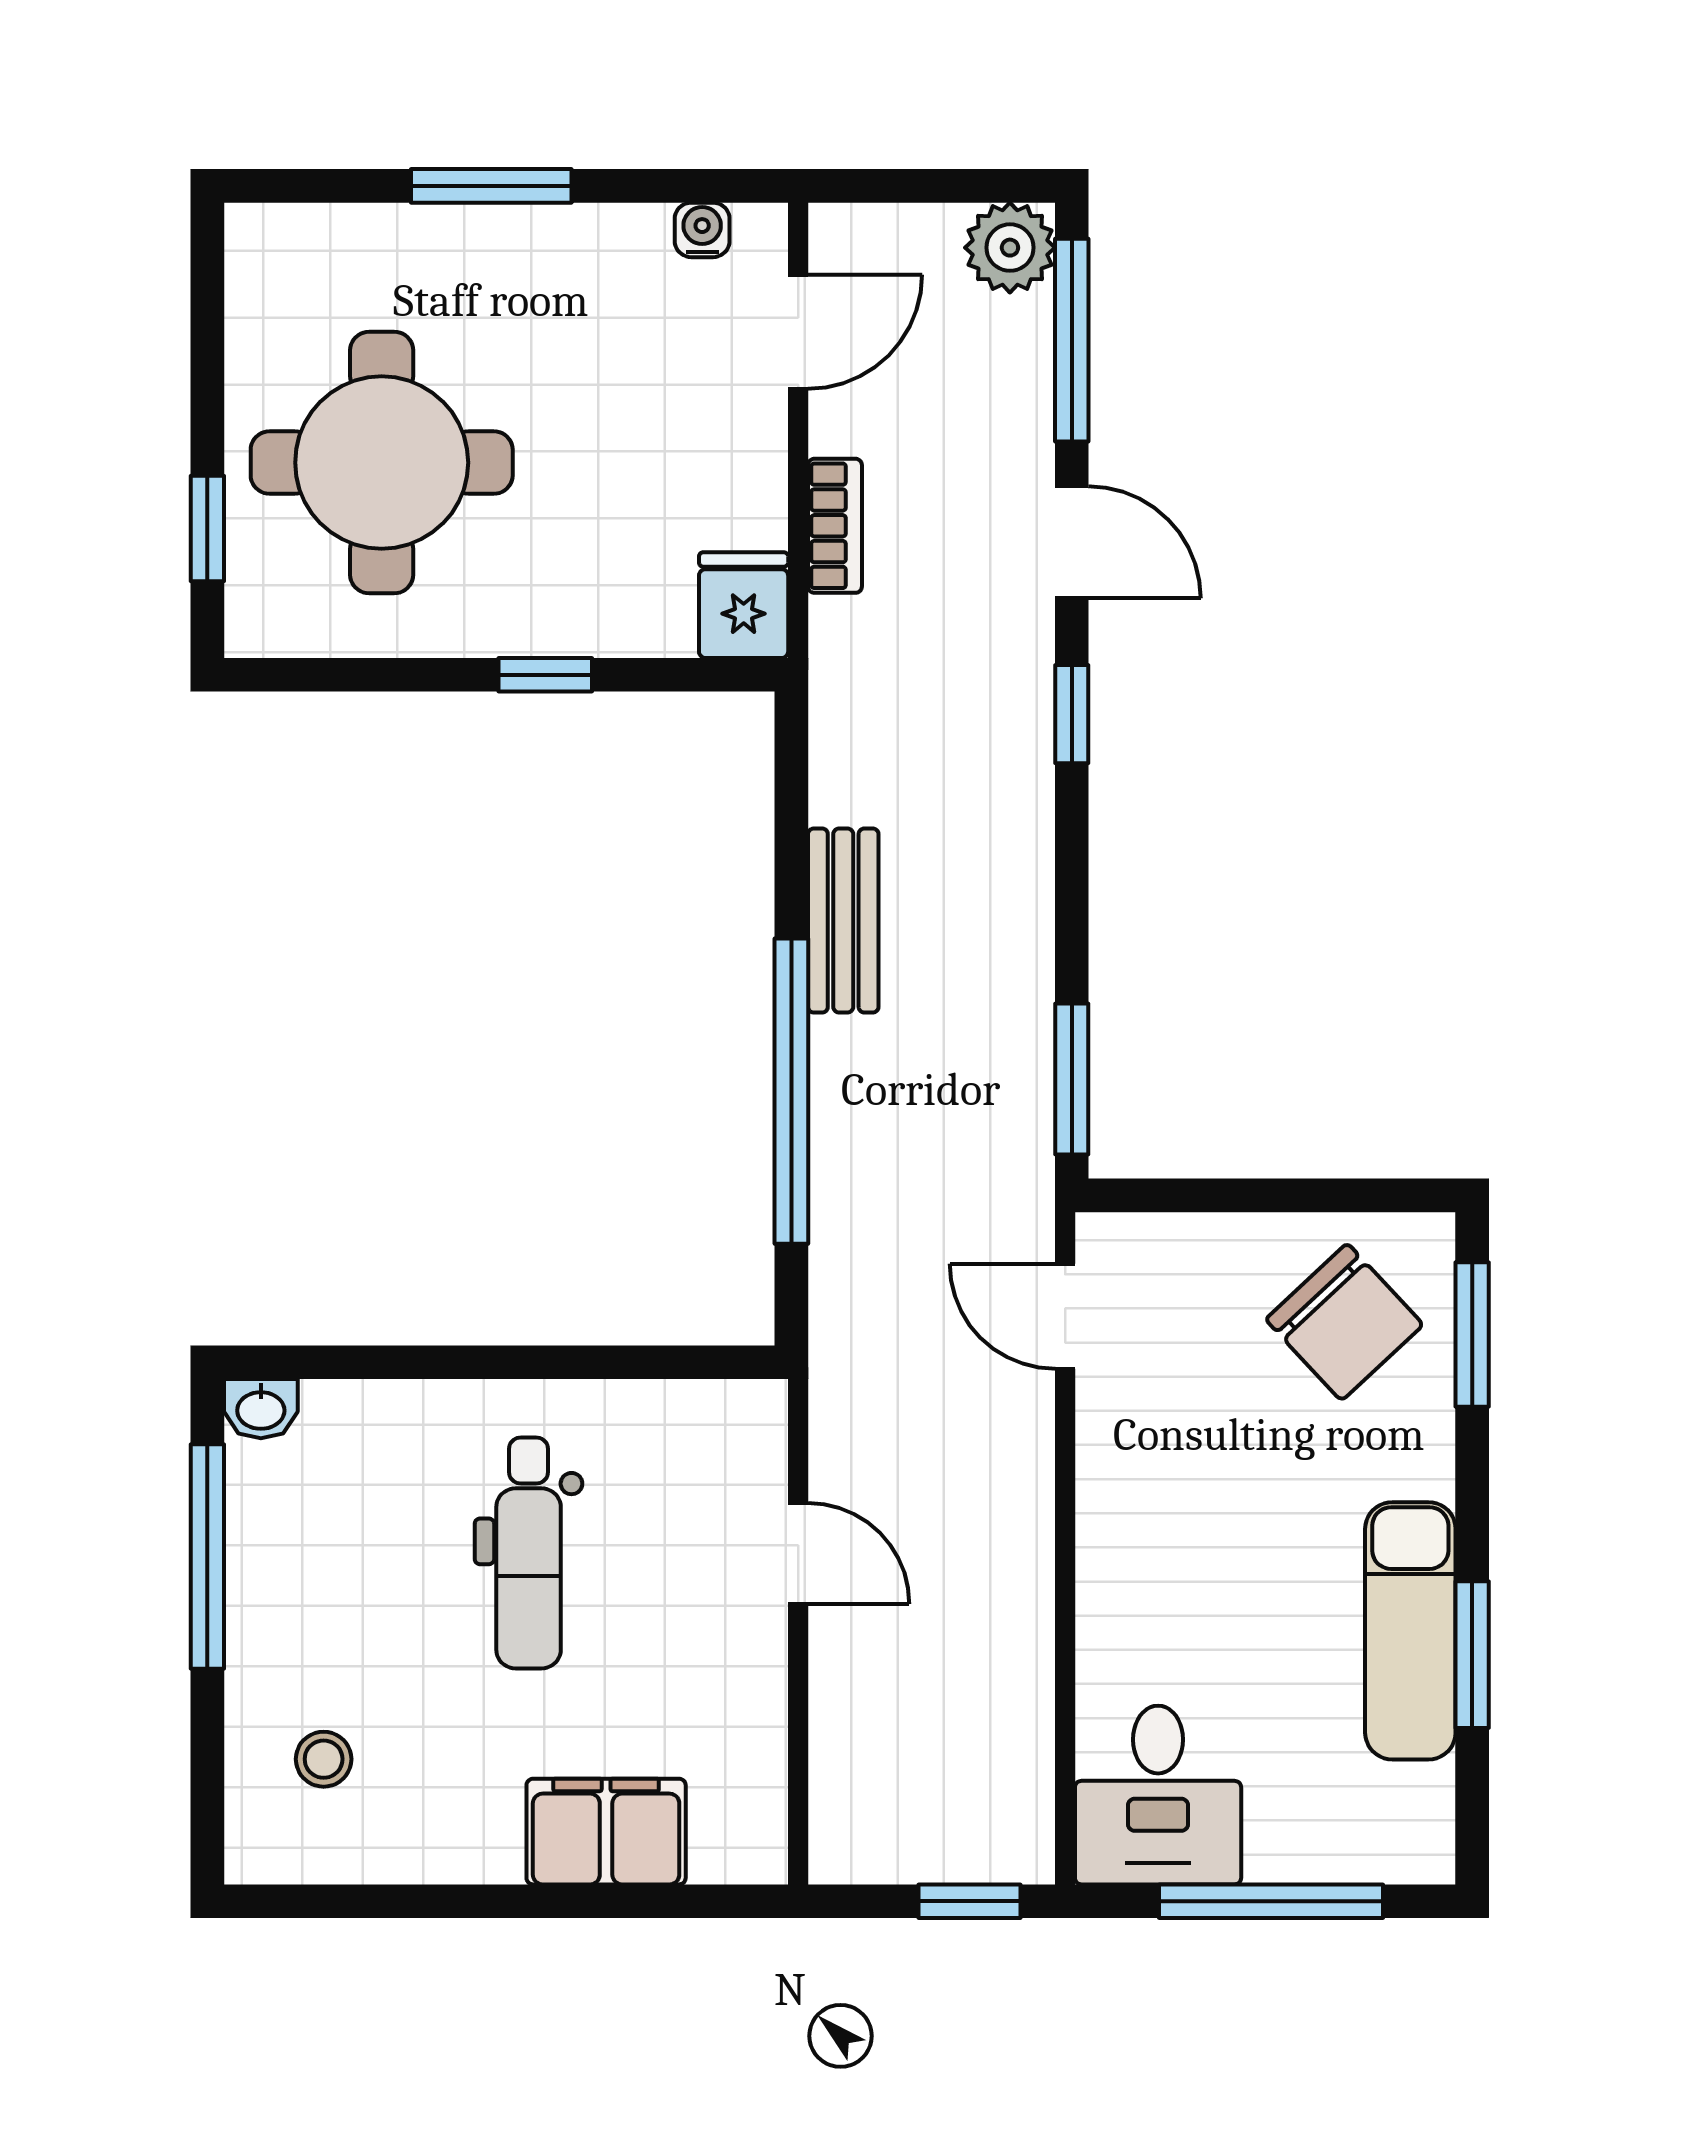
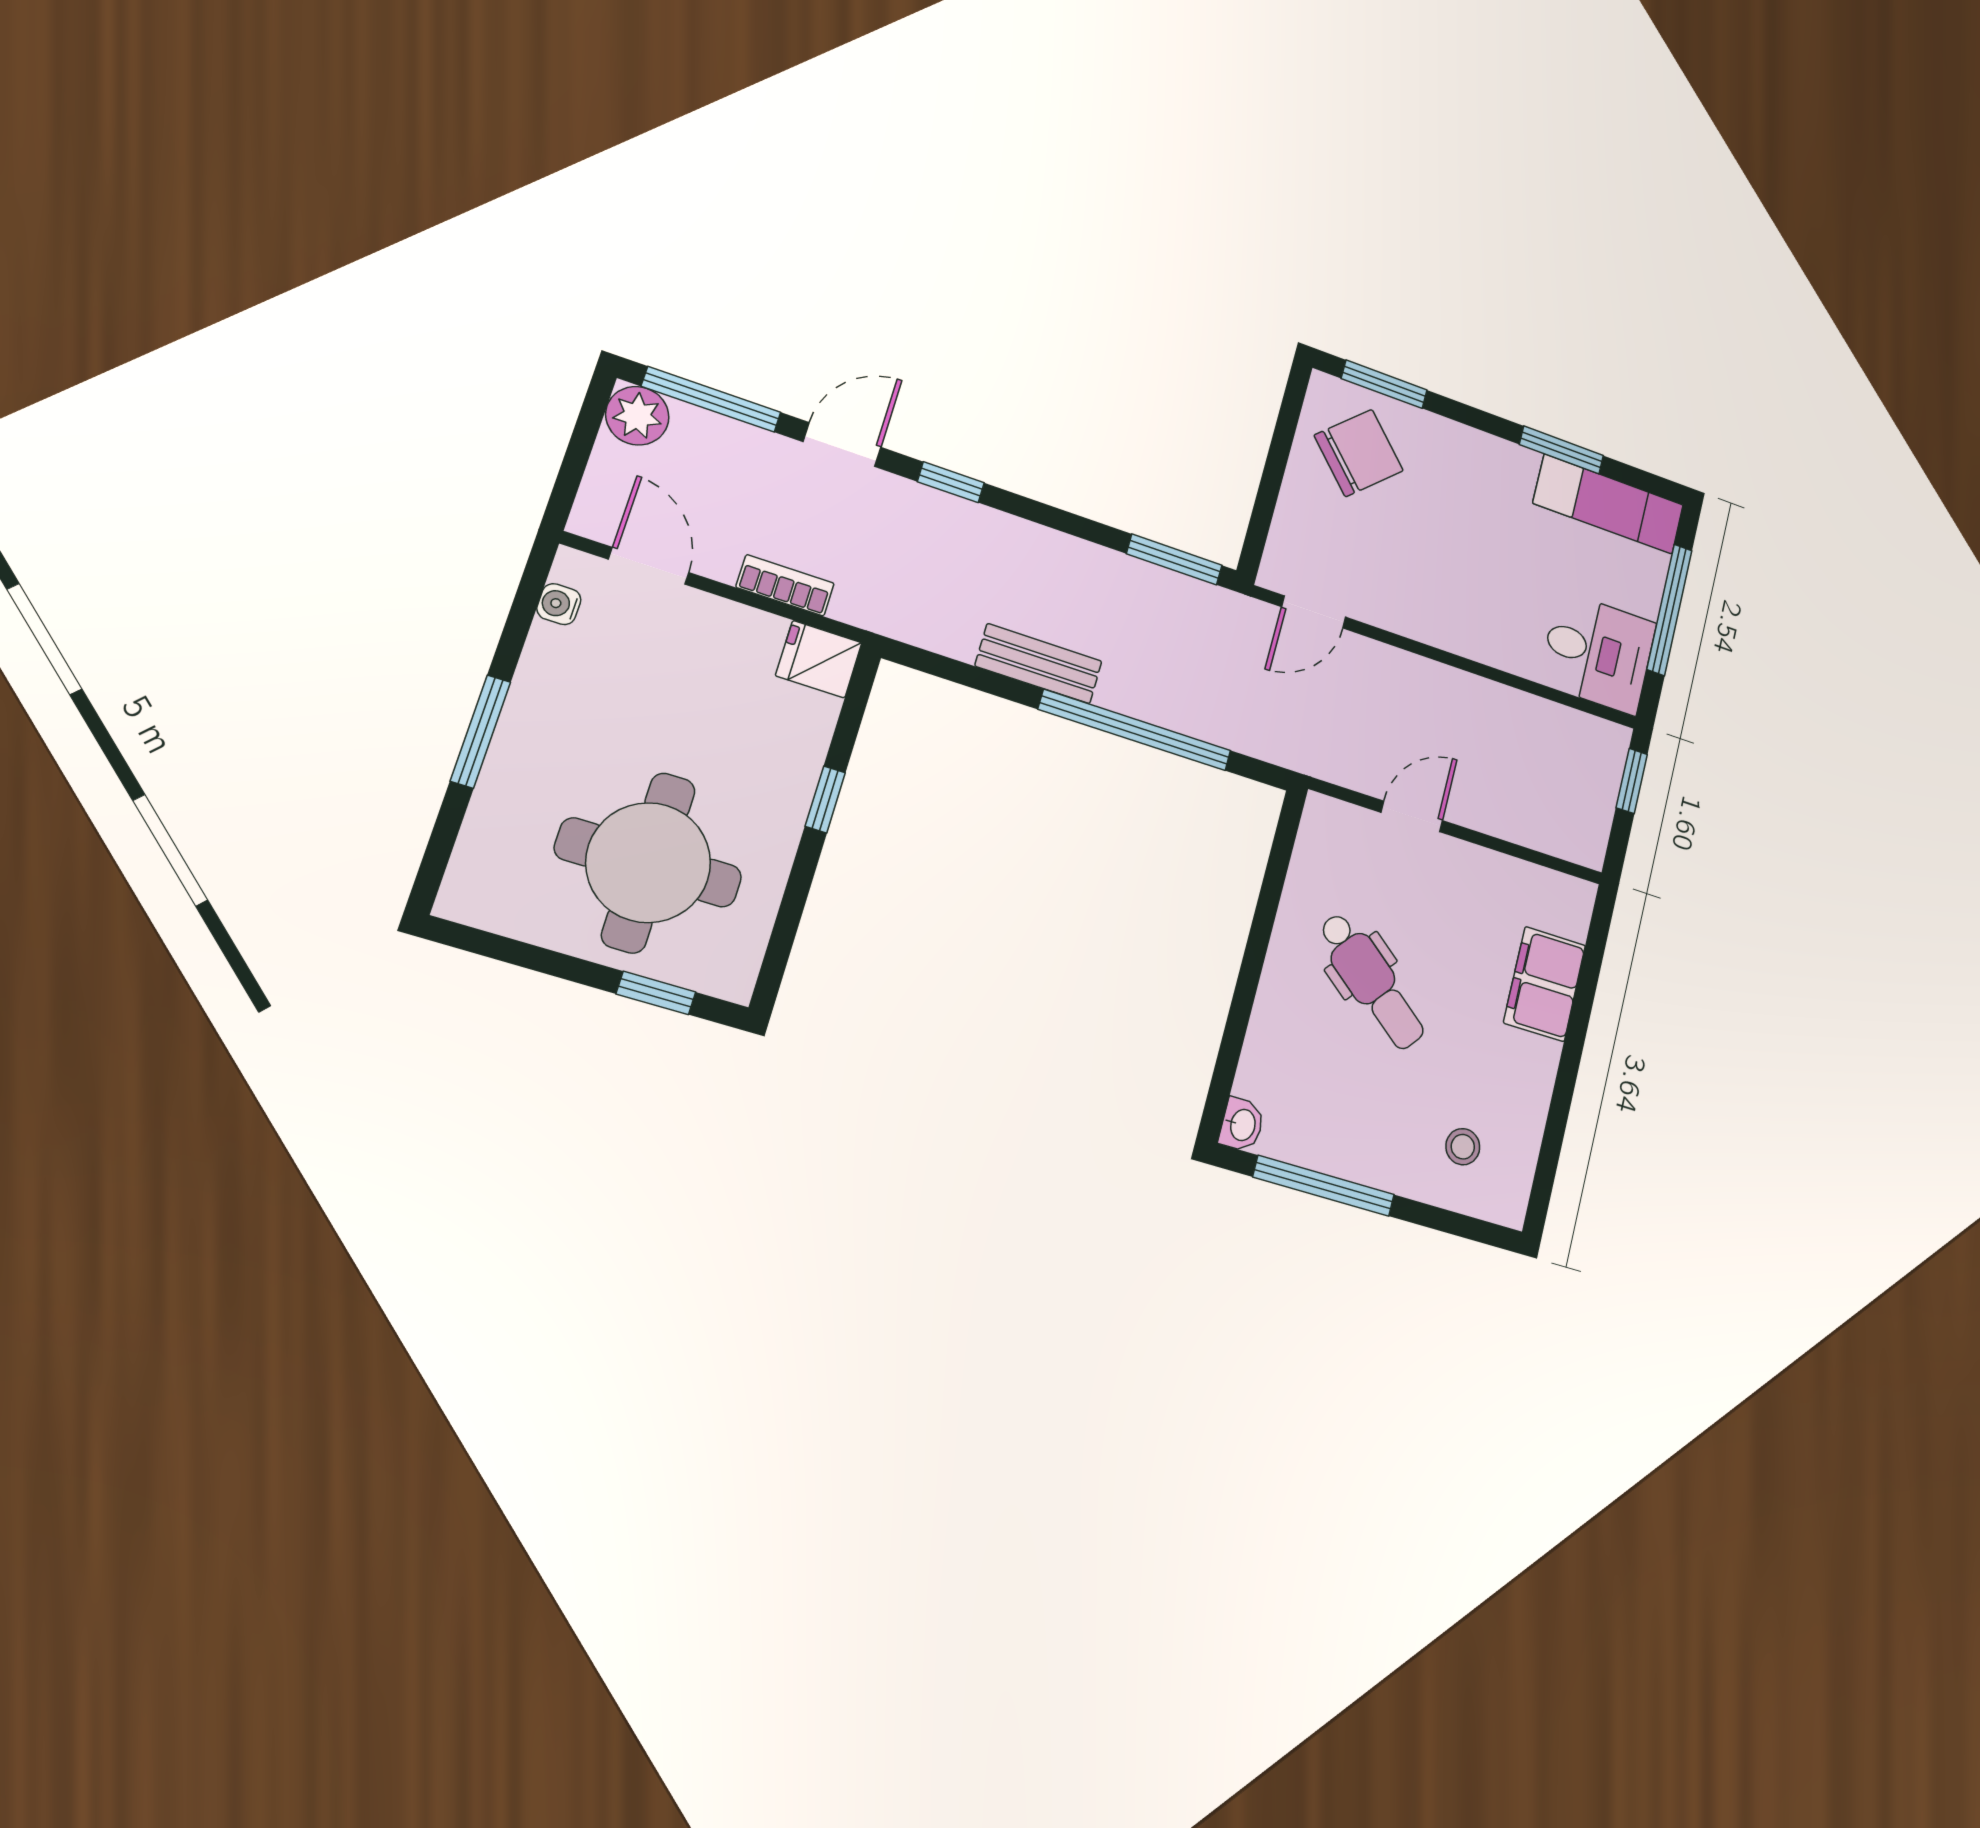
dental chair: (529, 1553) -> (1371, 981), turned 39
exam couch: (1410, 1631) -> (1608, 504), moved

